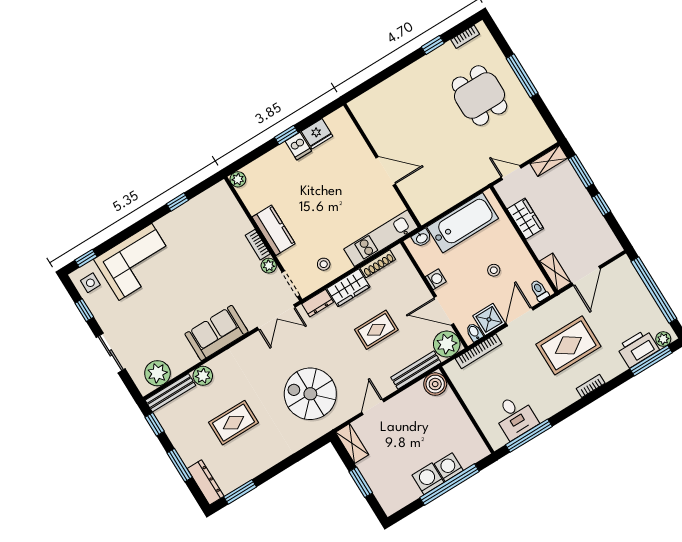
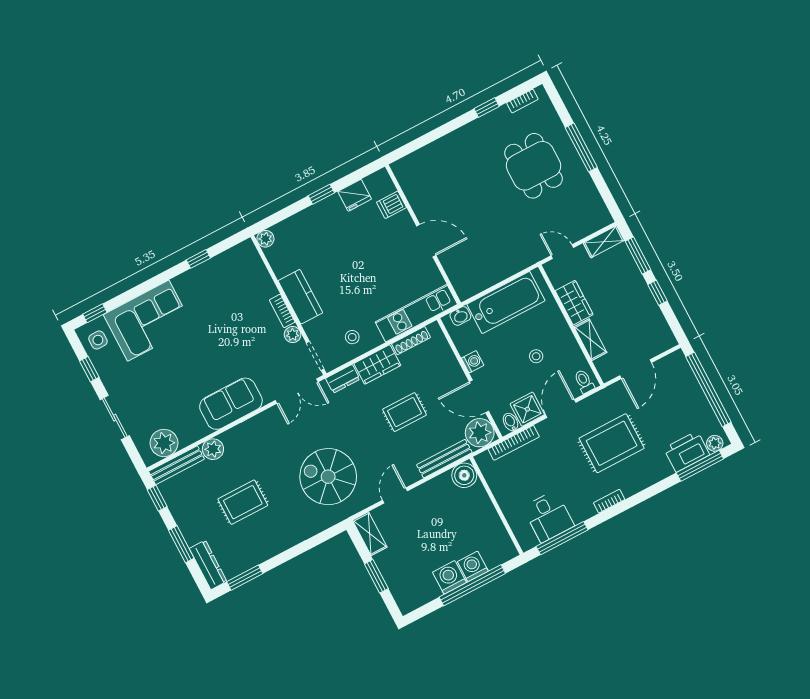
dishwasher: (298, 146) -> (391, 205), moved, turned 90
shelving: (555, 272) -> (590, 340), moved
bookcase: (591, 386) -> (609, 501), moved

